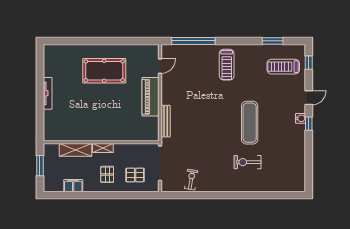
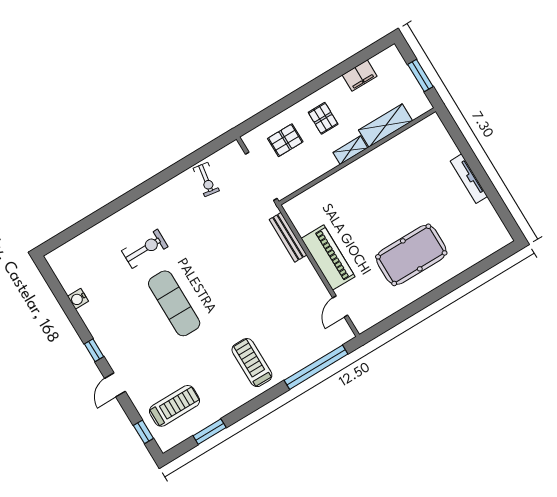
water cooler: (301, 118) -> (78, 299), moved

